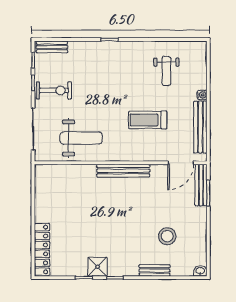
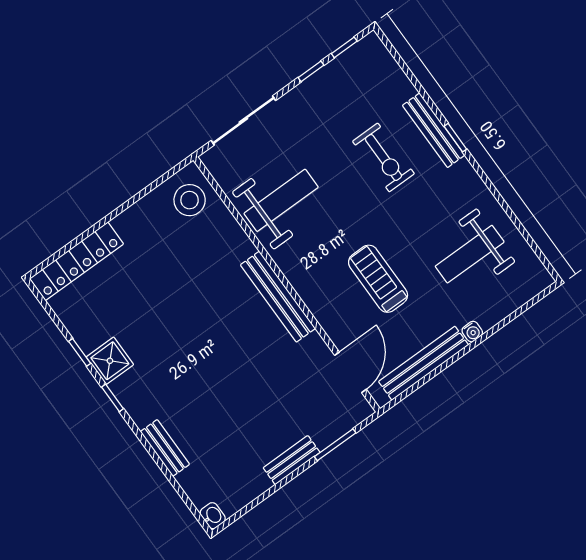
bench: (52, 47) -> (434, 130), moved, width x1.36
weight bench: (166, 71) -> (470, 254), width x1.36, depth x1.33
exercise bike: (54, 90) -> (383, 157), moved
weight bench: (81, 138) -> (281, 200), turned -90
door: (181, 163) -> (350, 372), swing flipped
bench: (201, 185) -> (292, 460), moved, width x0.73
stool: (167, 236) -> (190, 200), moved

